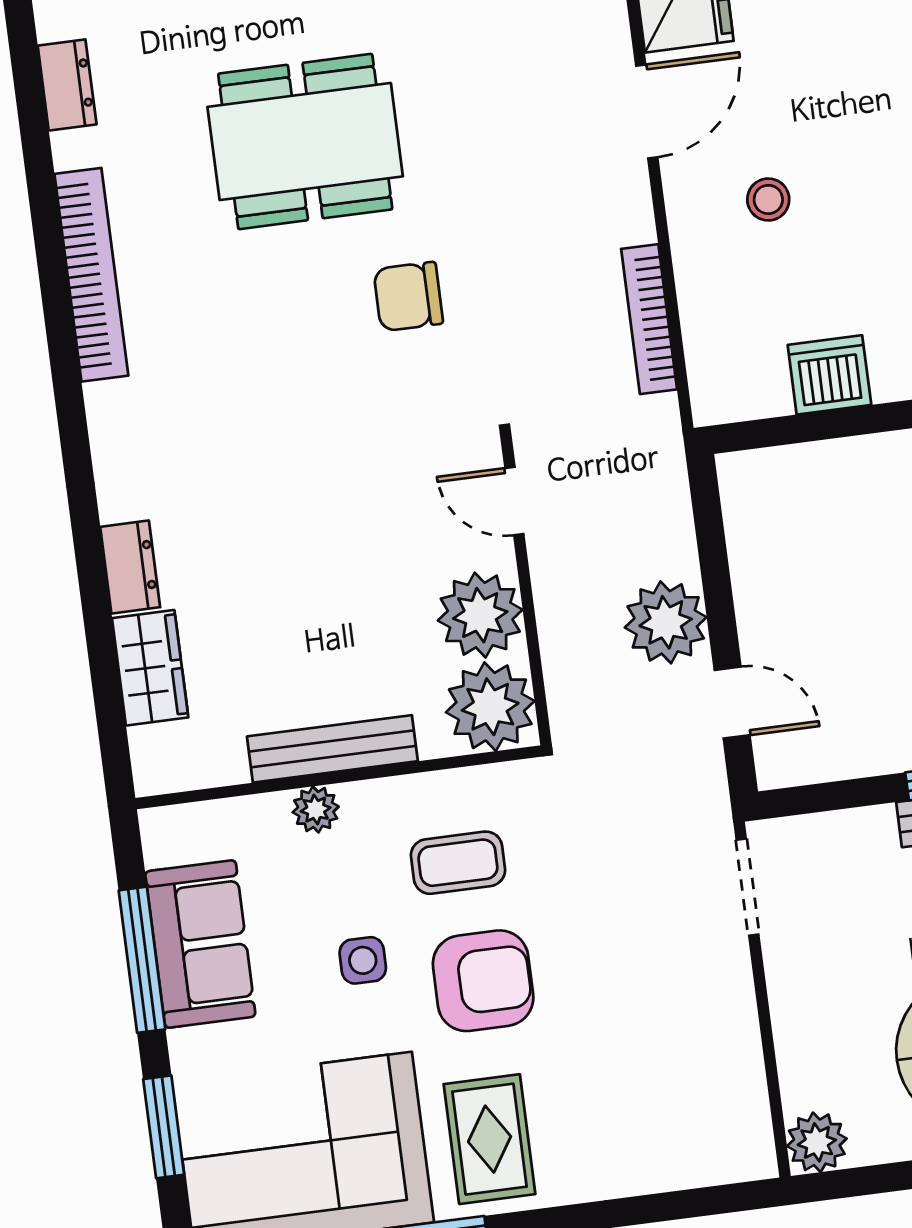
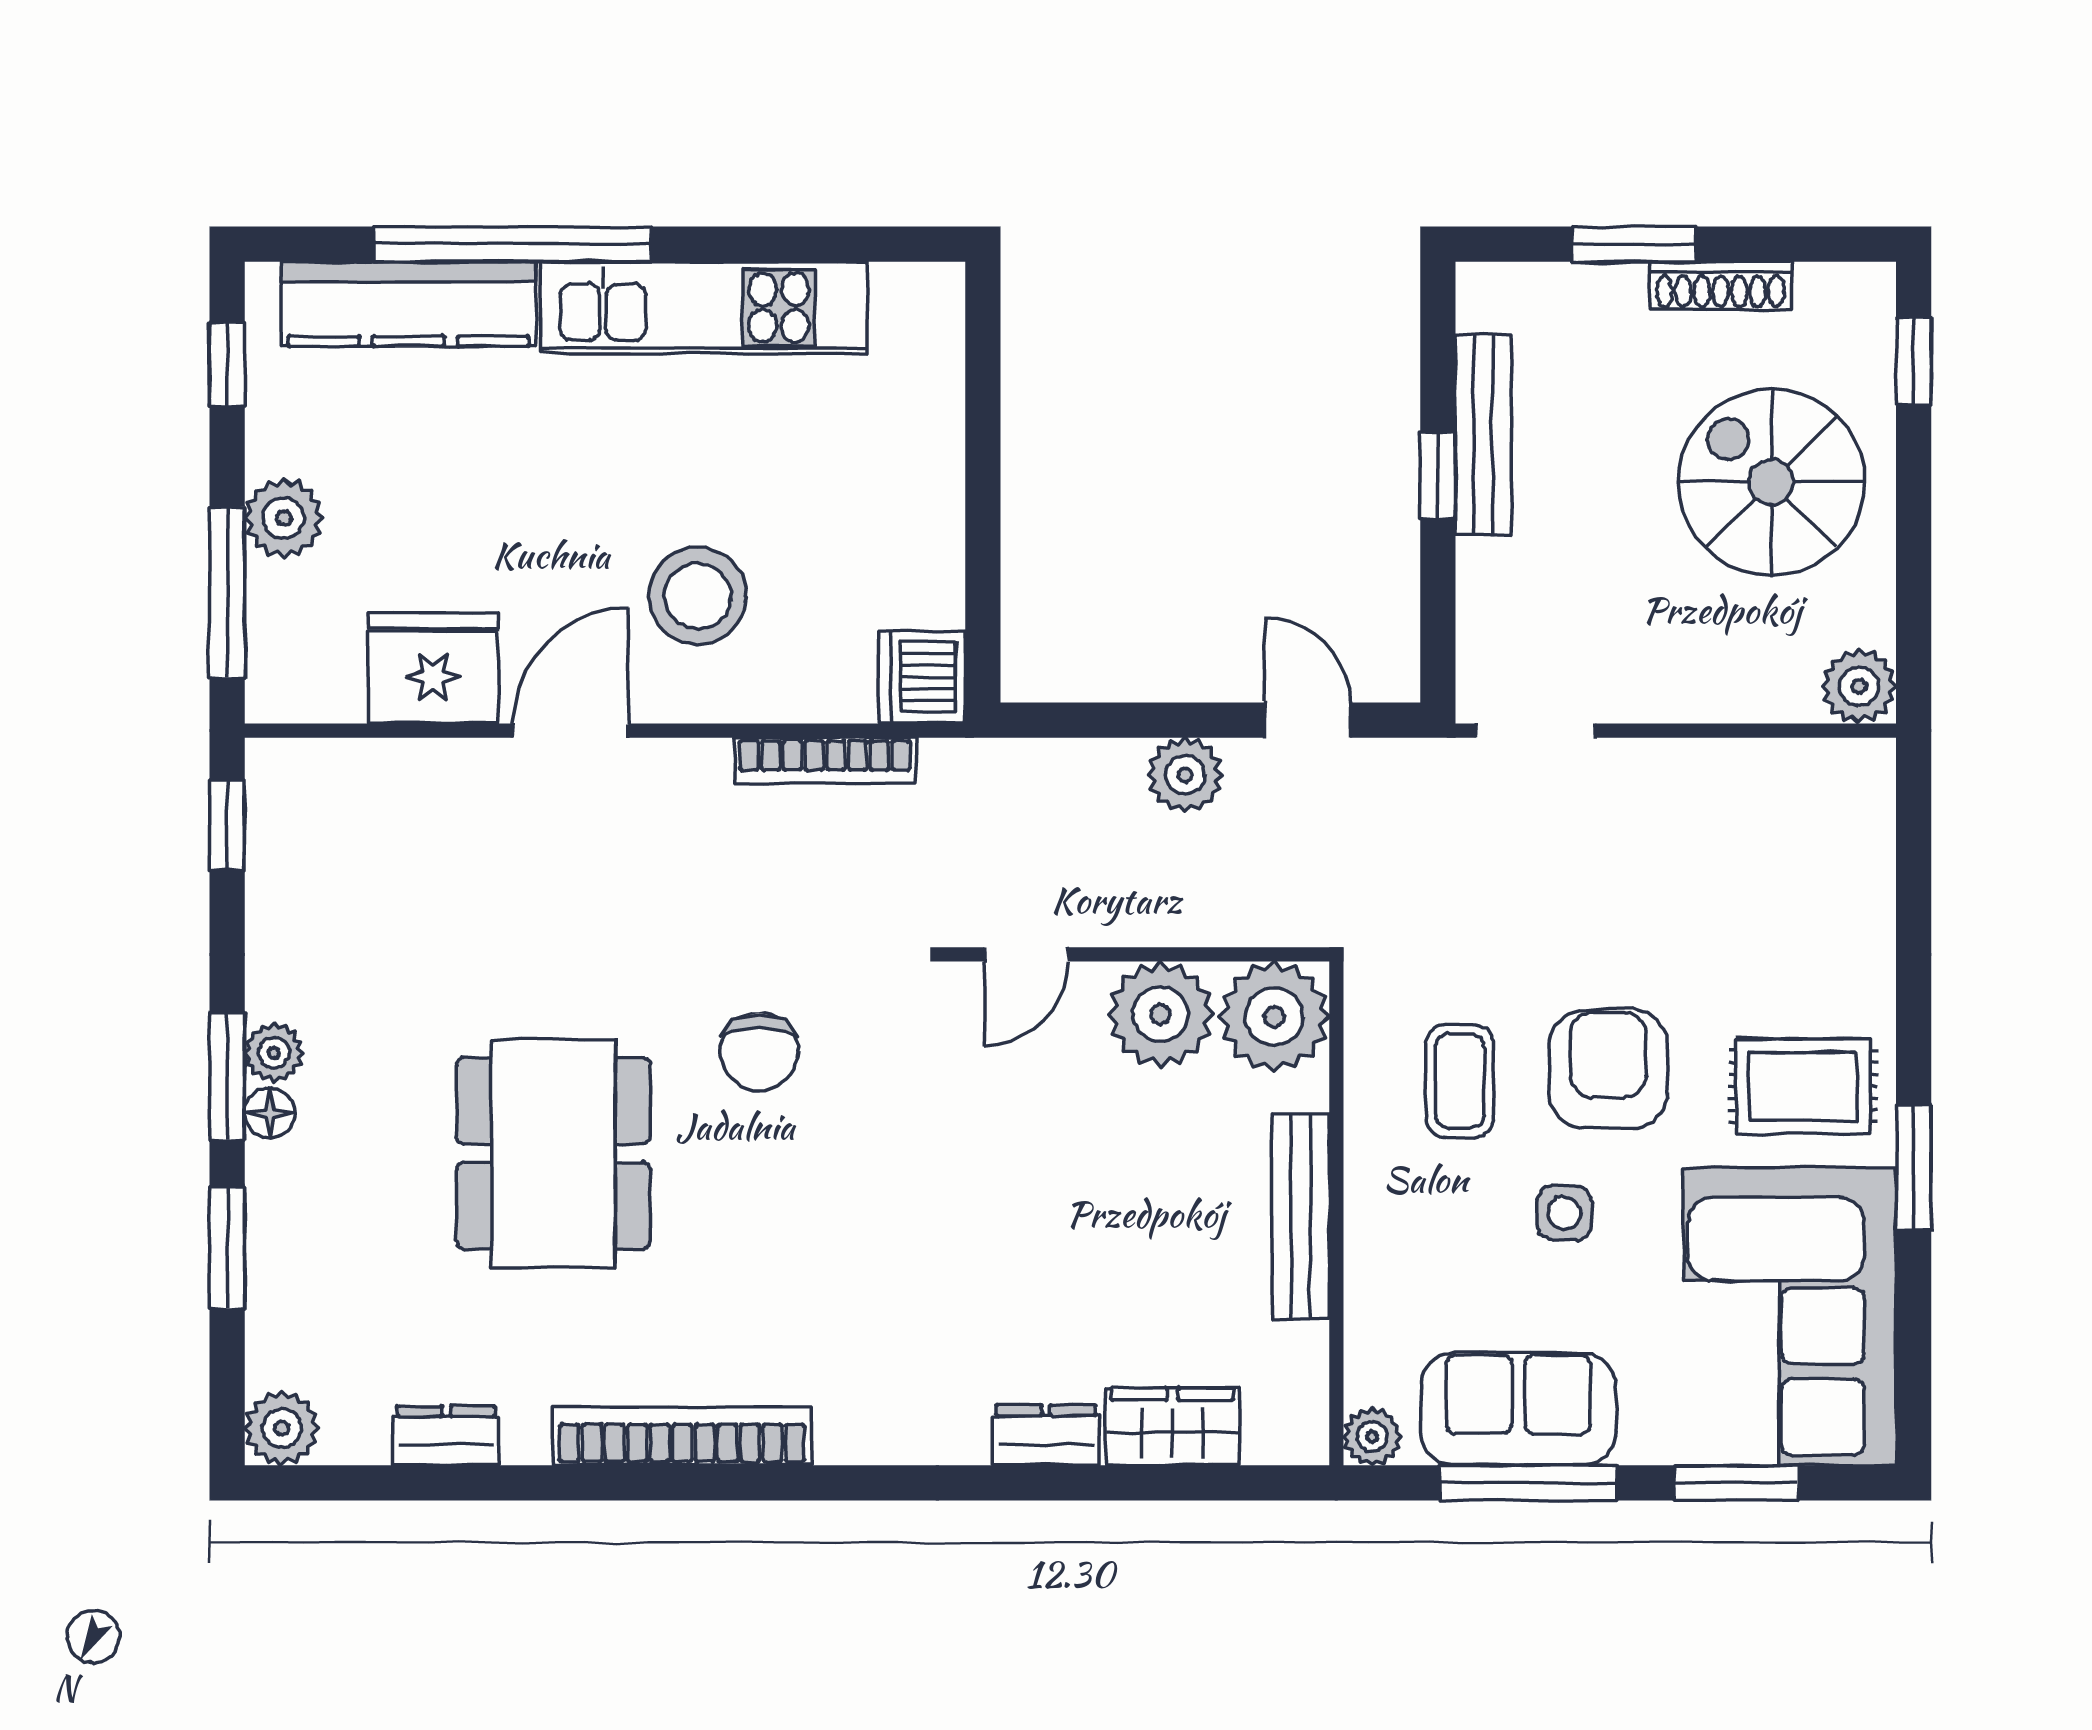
door: (647, 111) -> (571, 731), hinge flipped
stool: (768, 199) -> (698, 596), width x1.89, depth x1.89
dishwasher: (829, 375) -> (922, 677), moved
plant: (666, 622) -> (1185, 775), width x0.73, depth x0.73
door: (732, 703) -> (1308, 720), hinge flipped
plant: (316, 809) -> (1372, 1437), moved

